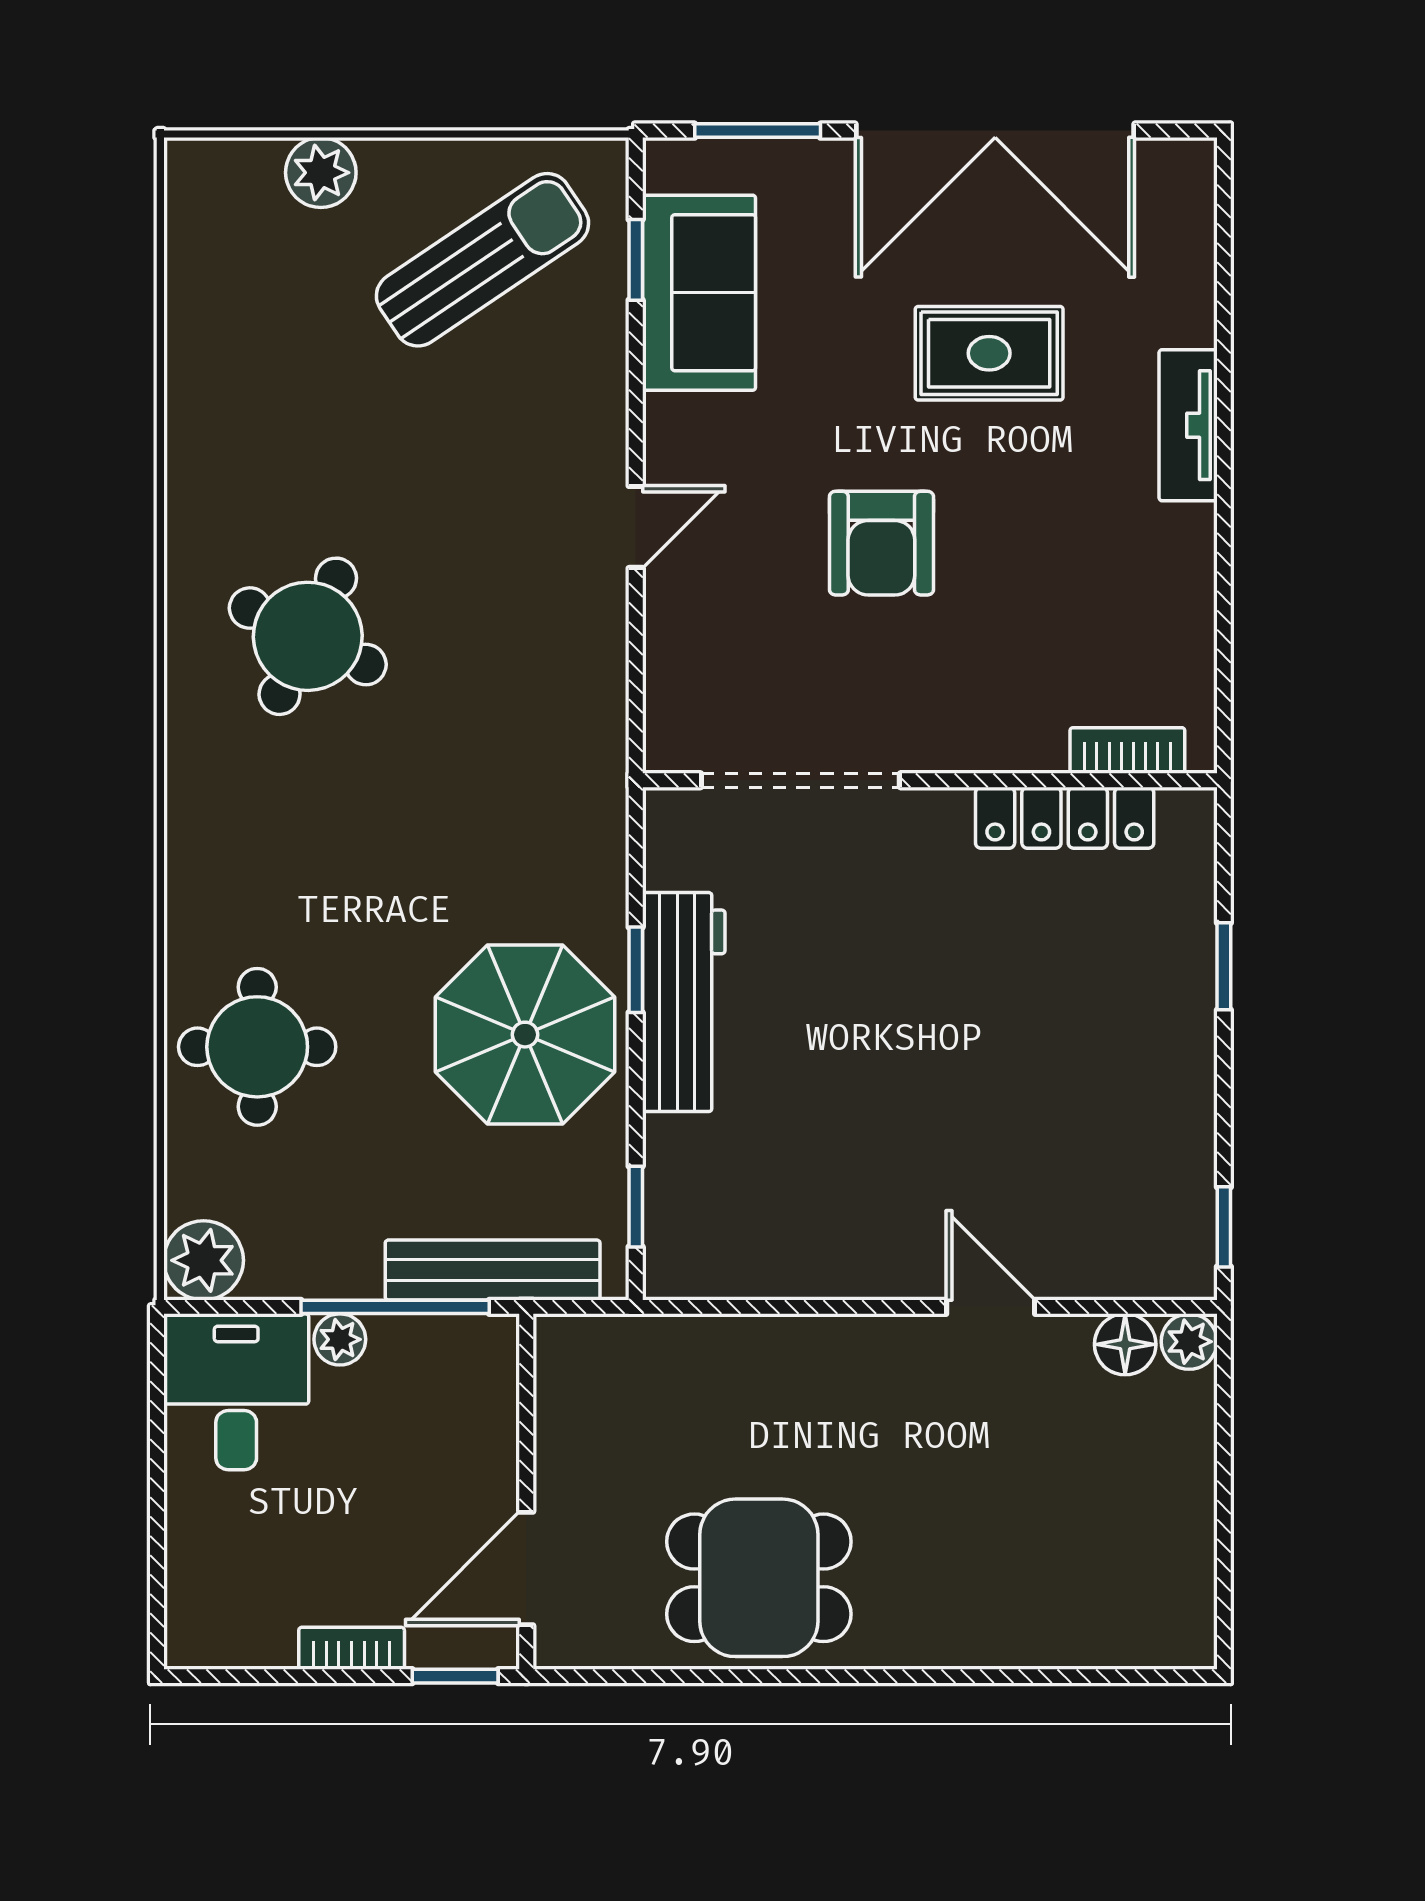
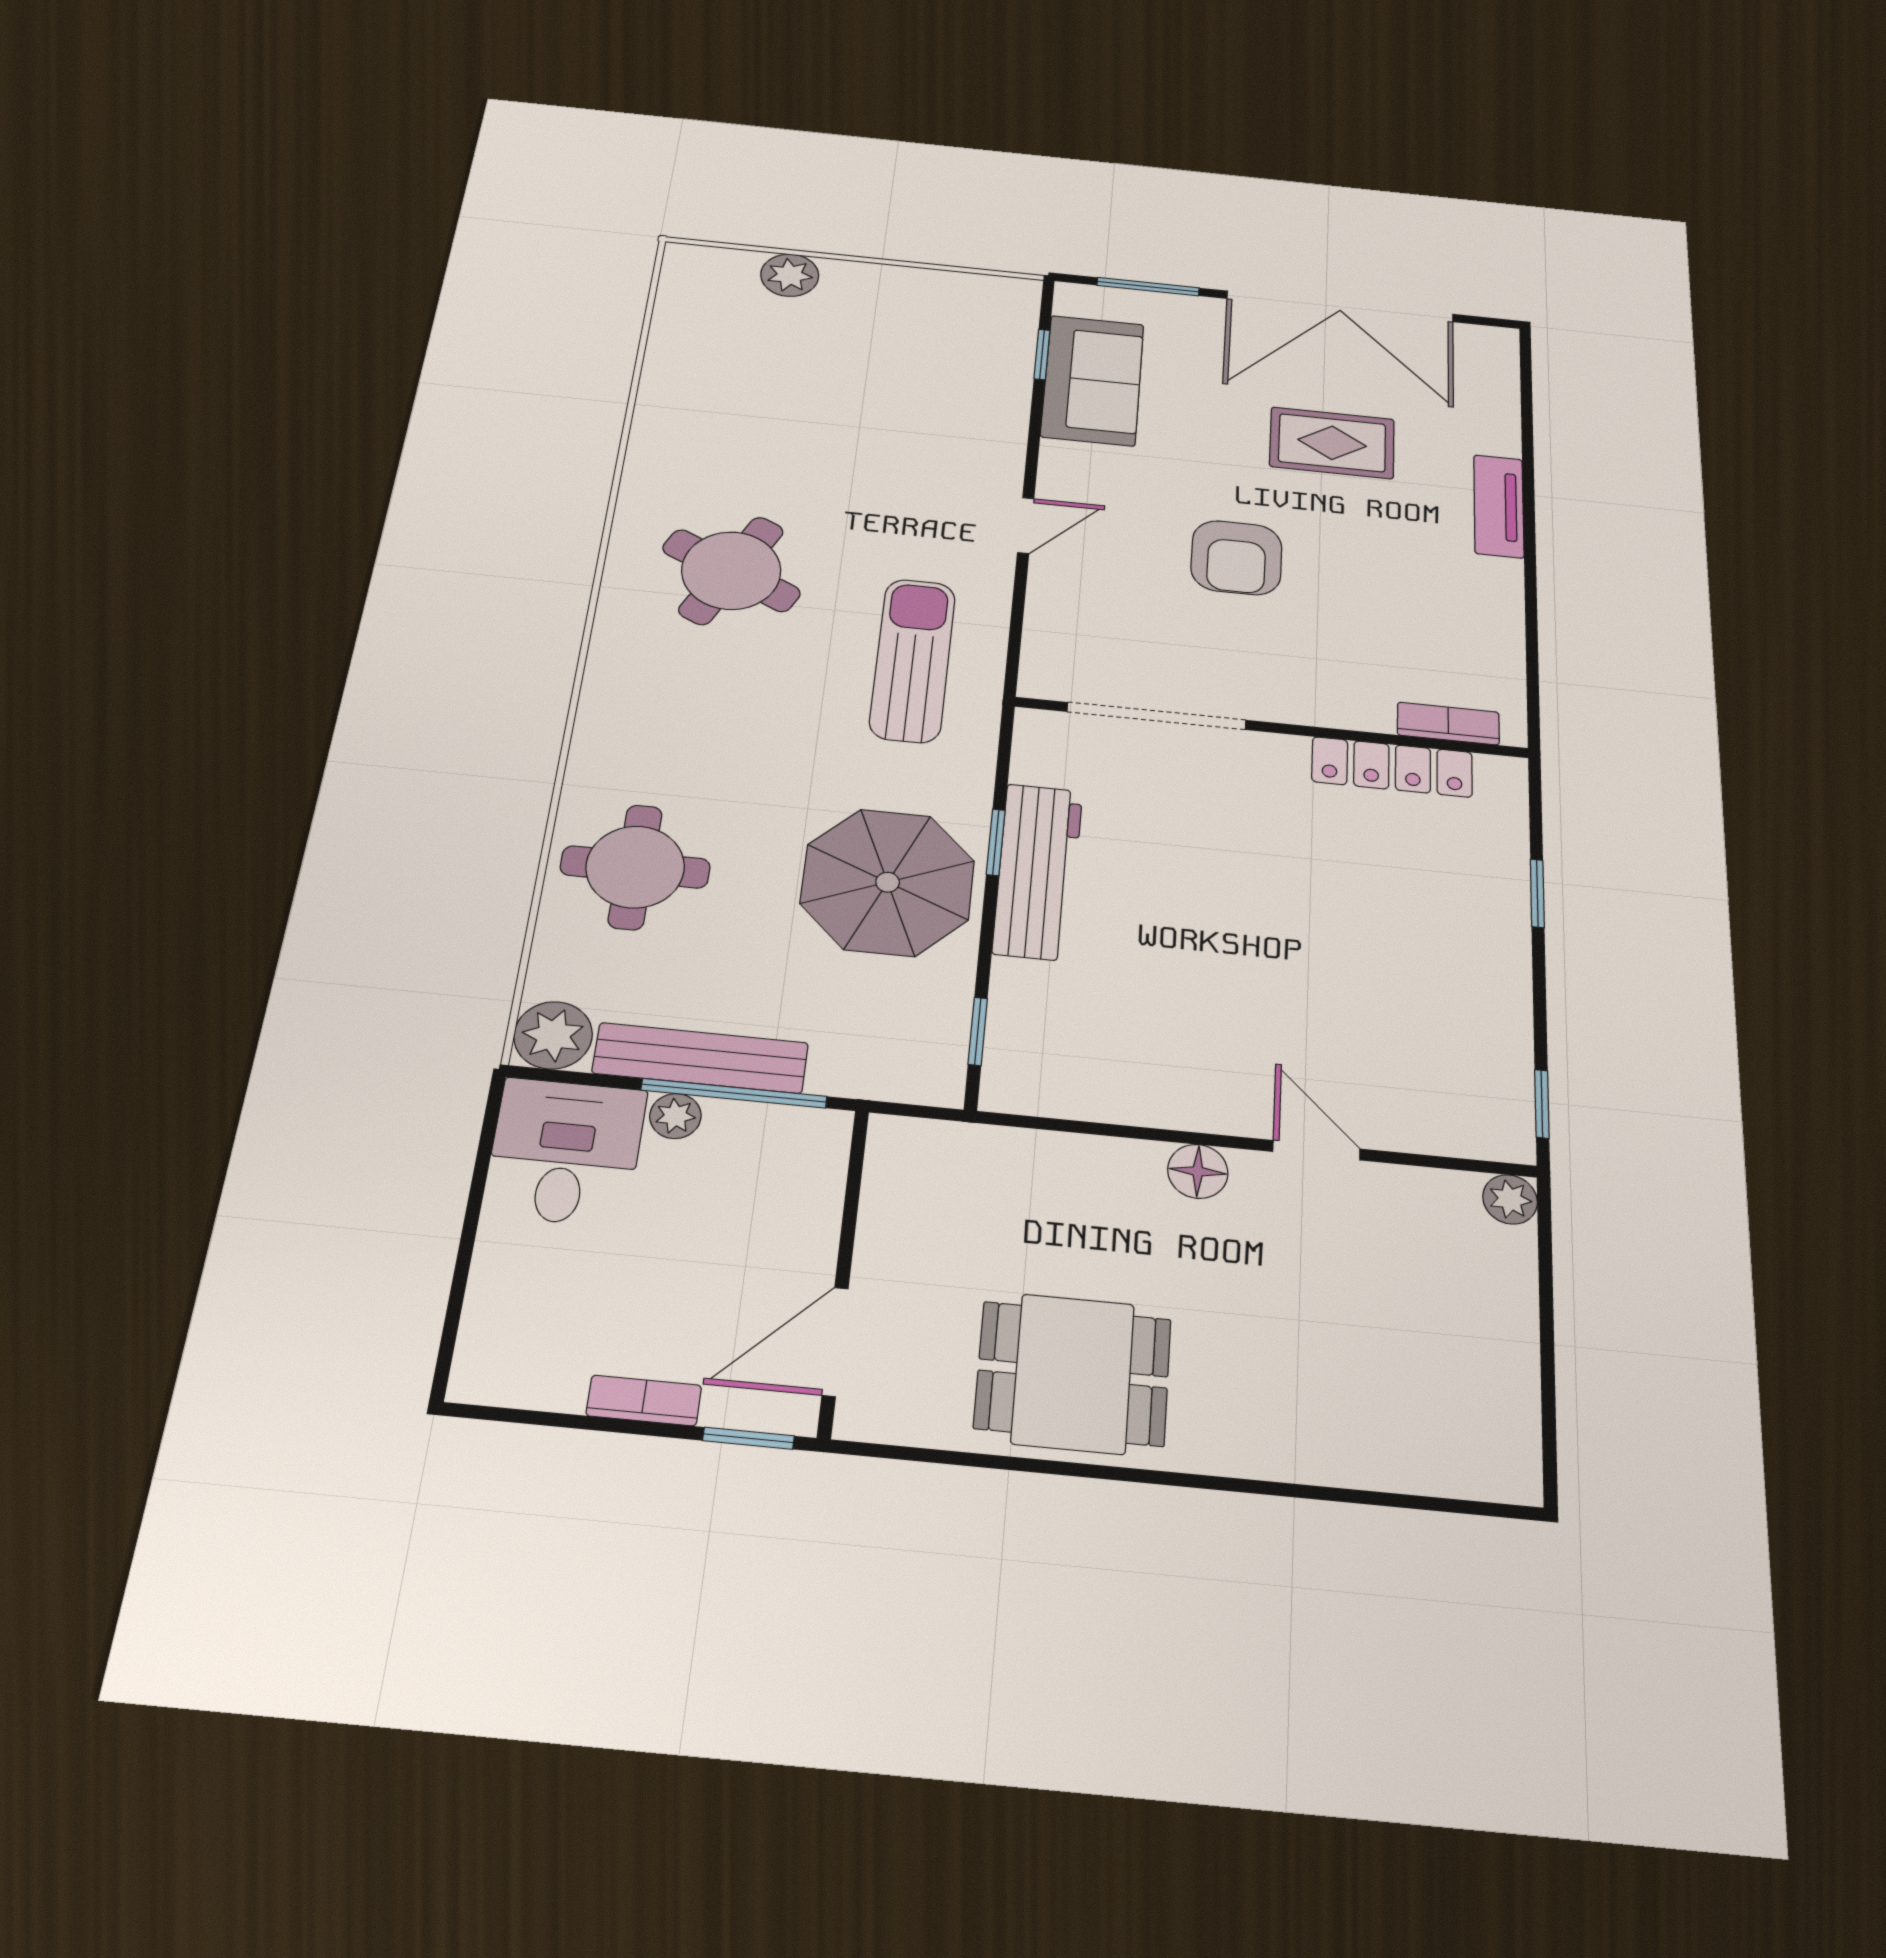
sun lounger: (482, 260) -> (913, 660), moved, turned -56
bench: (493, 1270) -> (700, 1058), moved
floor lamp: (1125, 1344) -> (1198, 1171), moved

